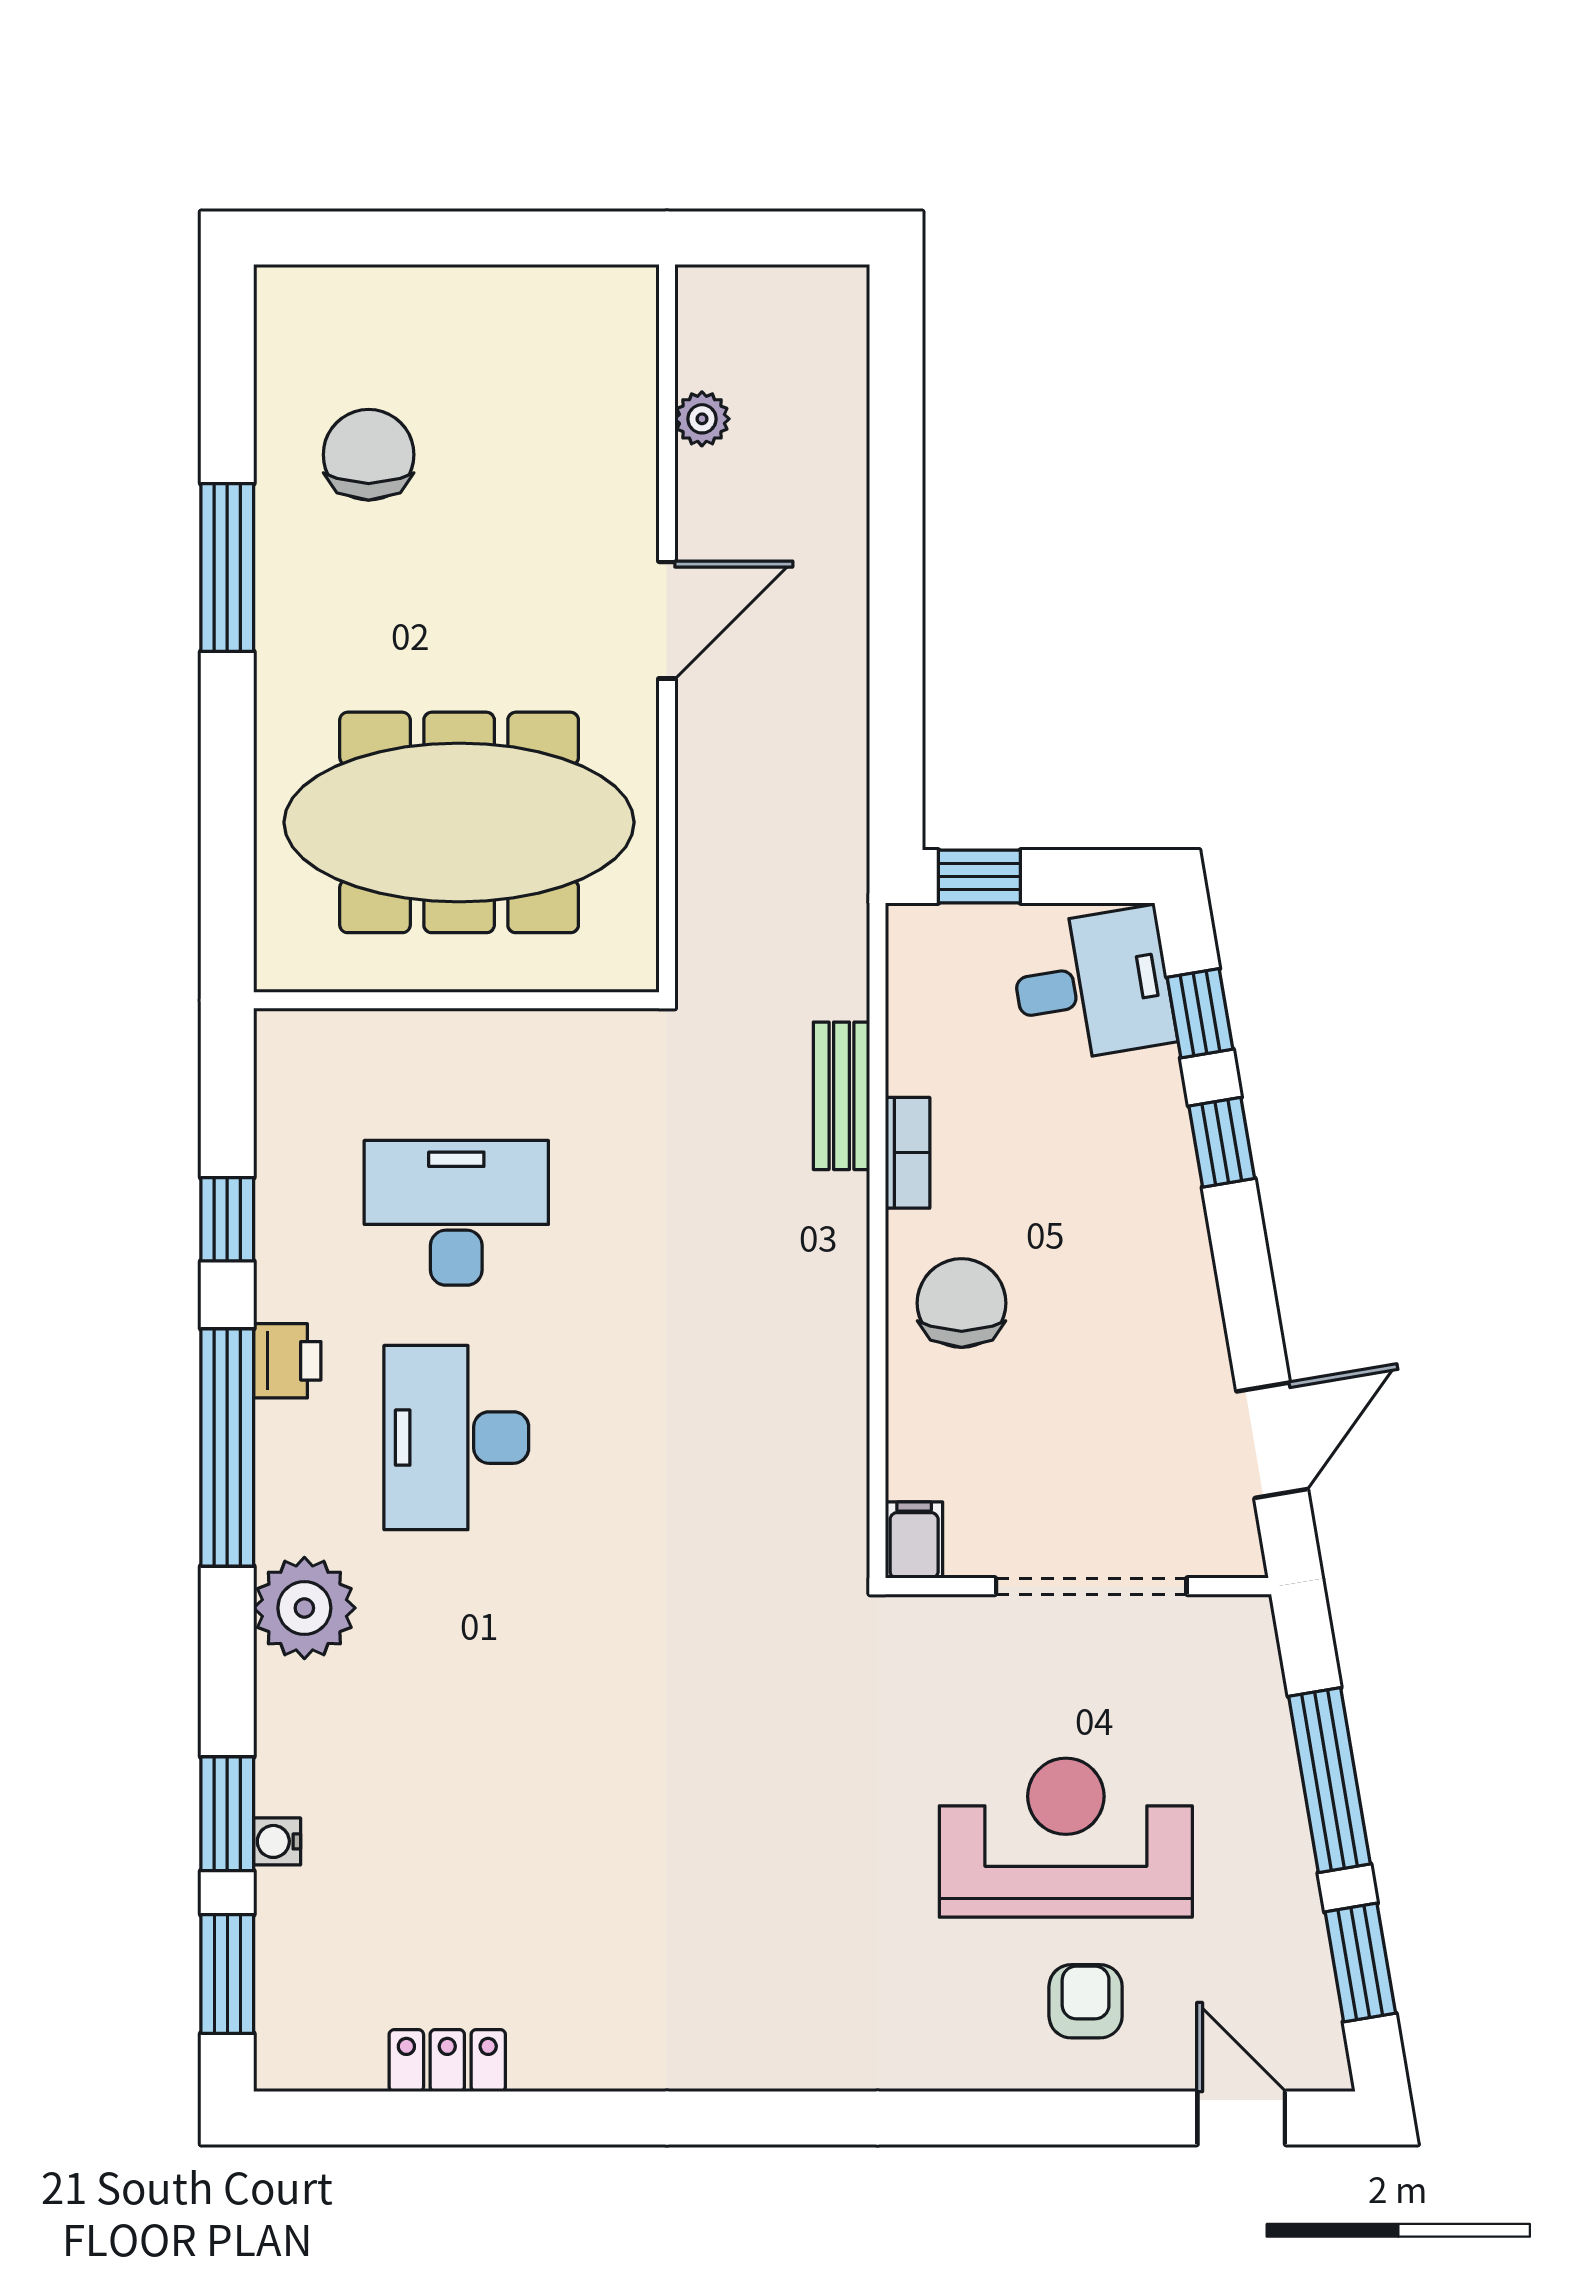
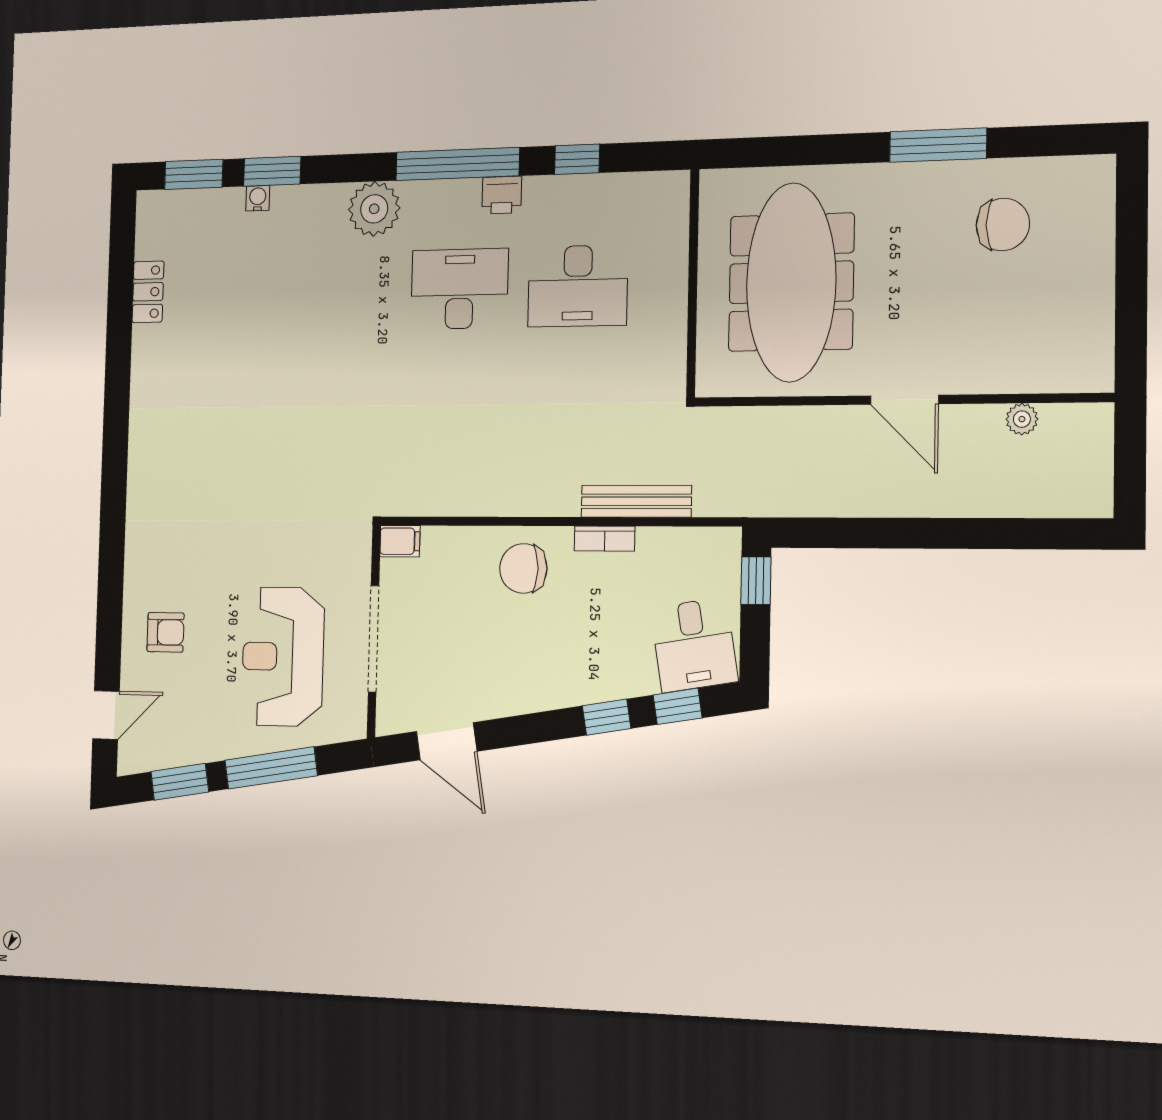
bench: (842, 1096) -> (636, 501), width x1.36
desk: (456, 1213) -> (578, 286), turned 90
chair: (962, 1303) -> (523, 568), turned 180
reception desk: (1066, 1838) -> (283, 657), moved, turned 180

